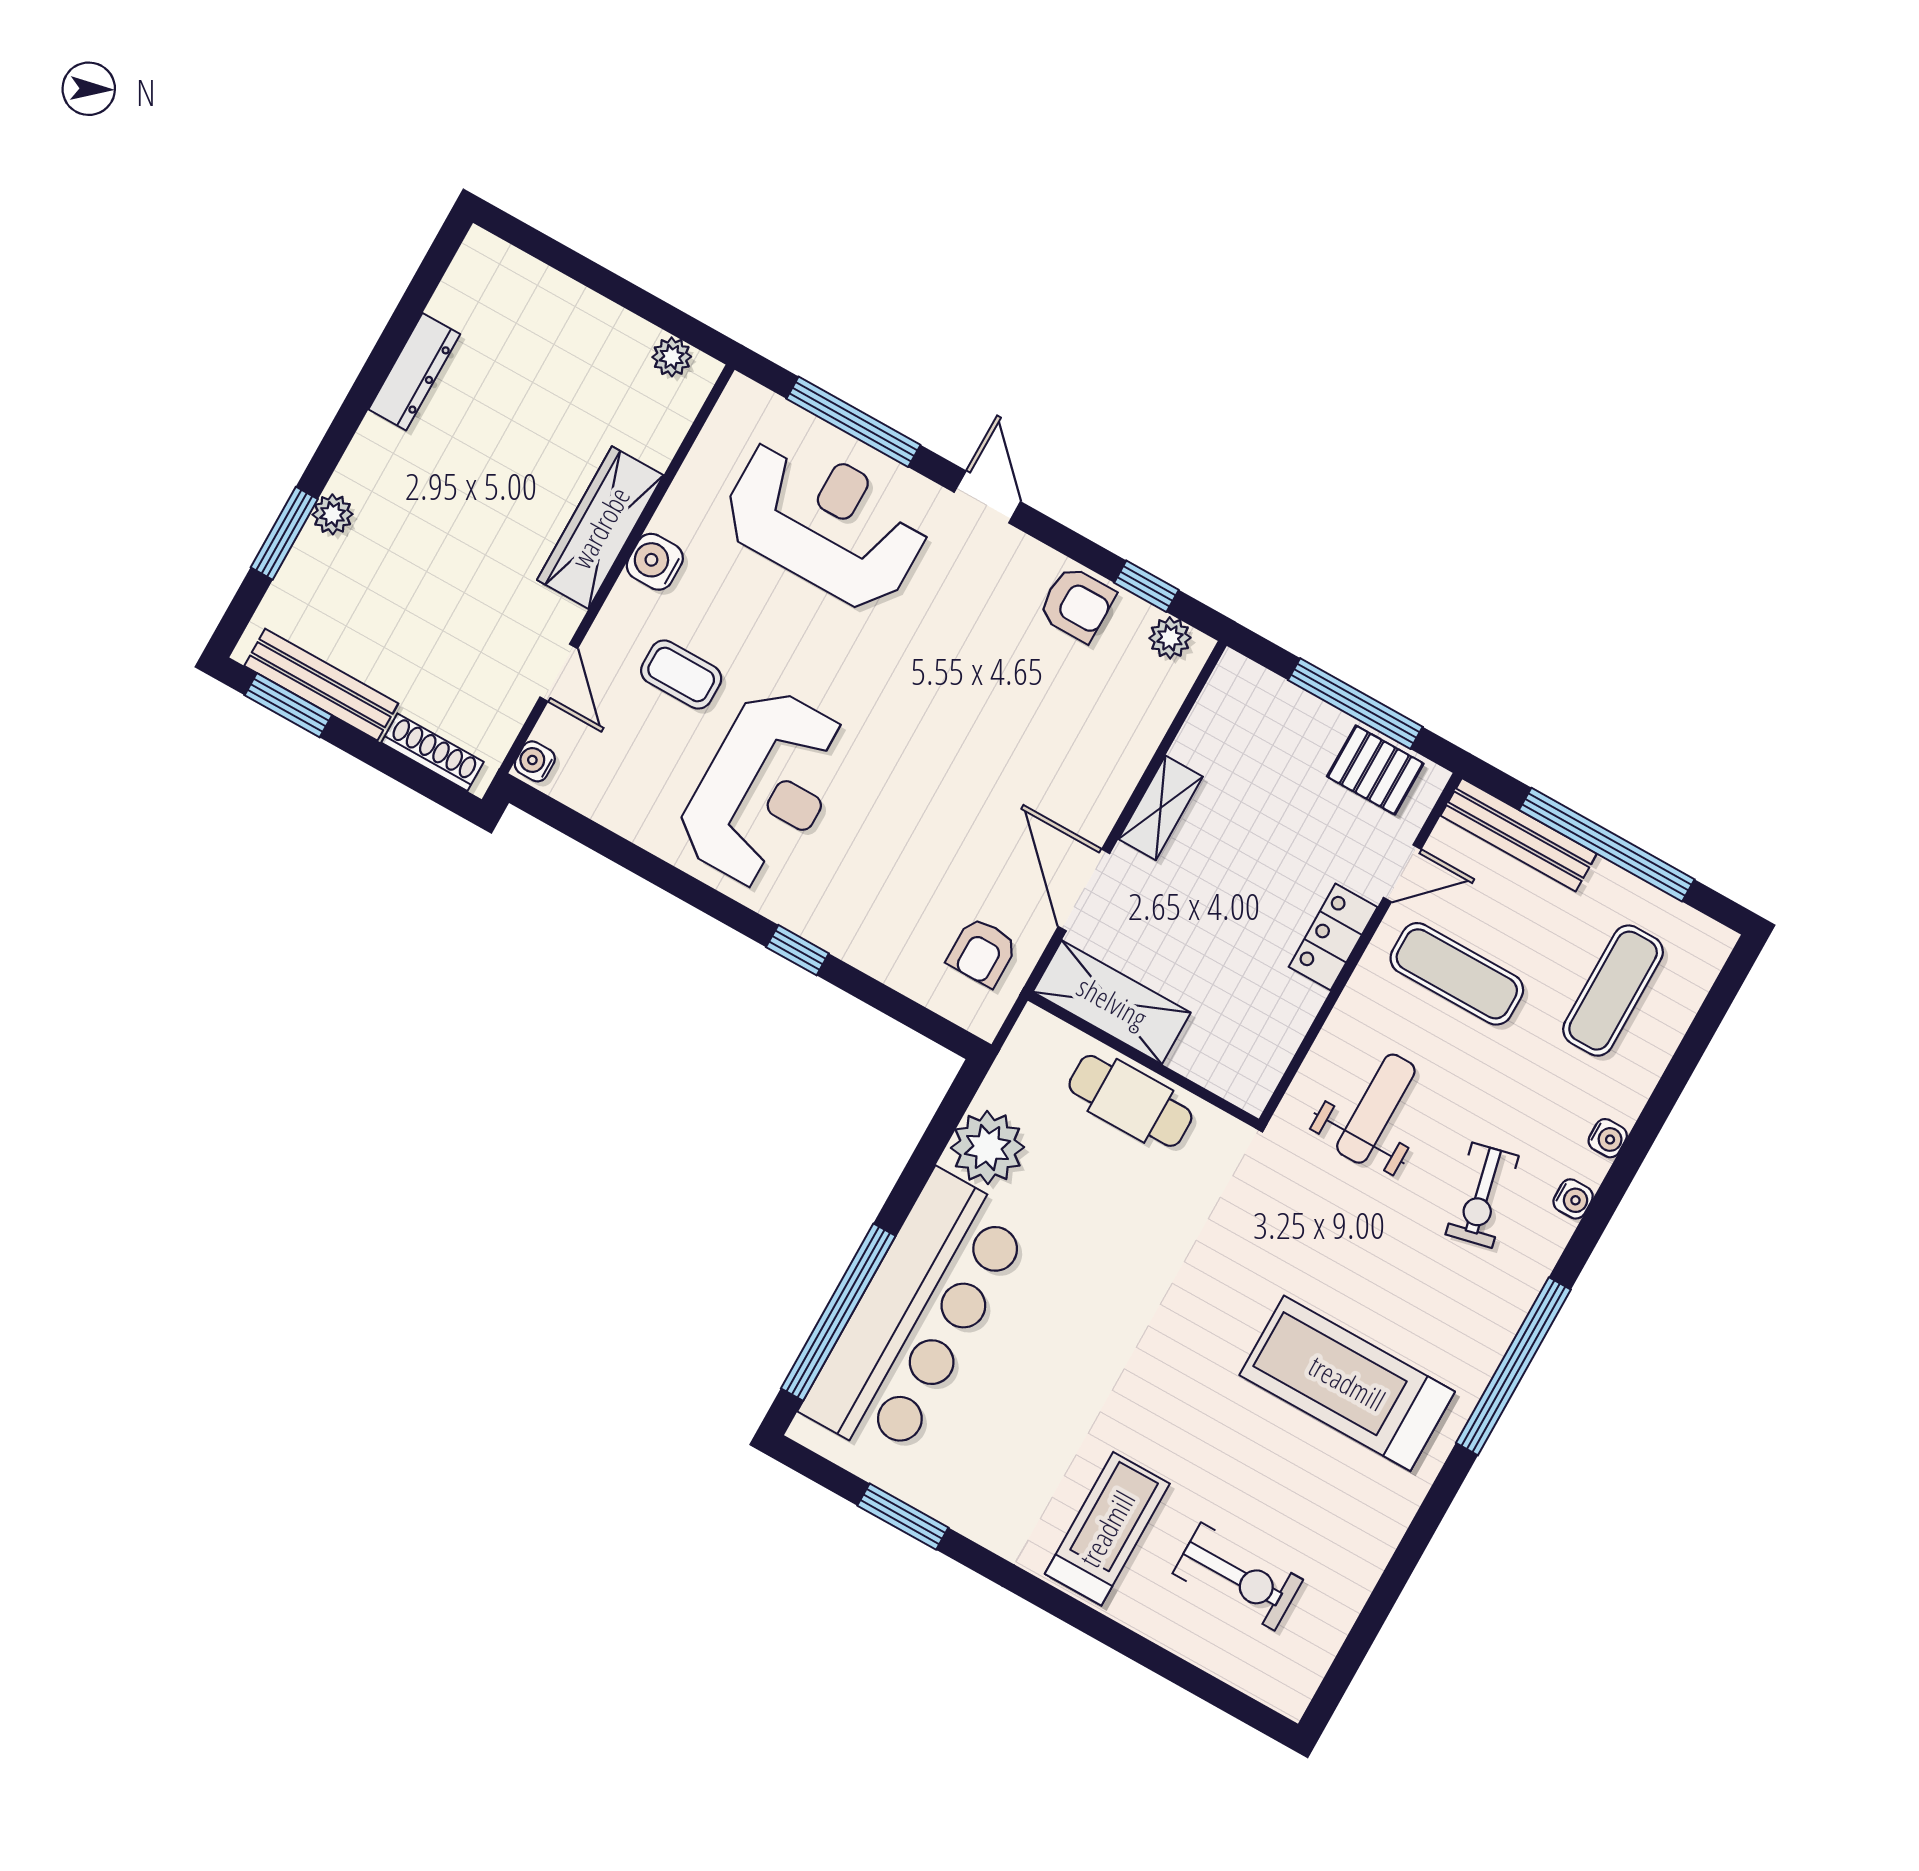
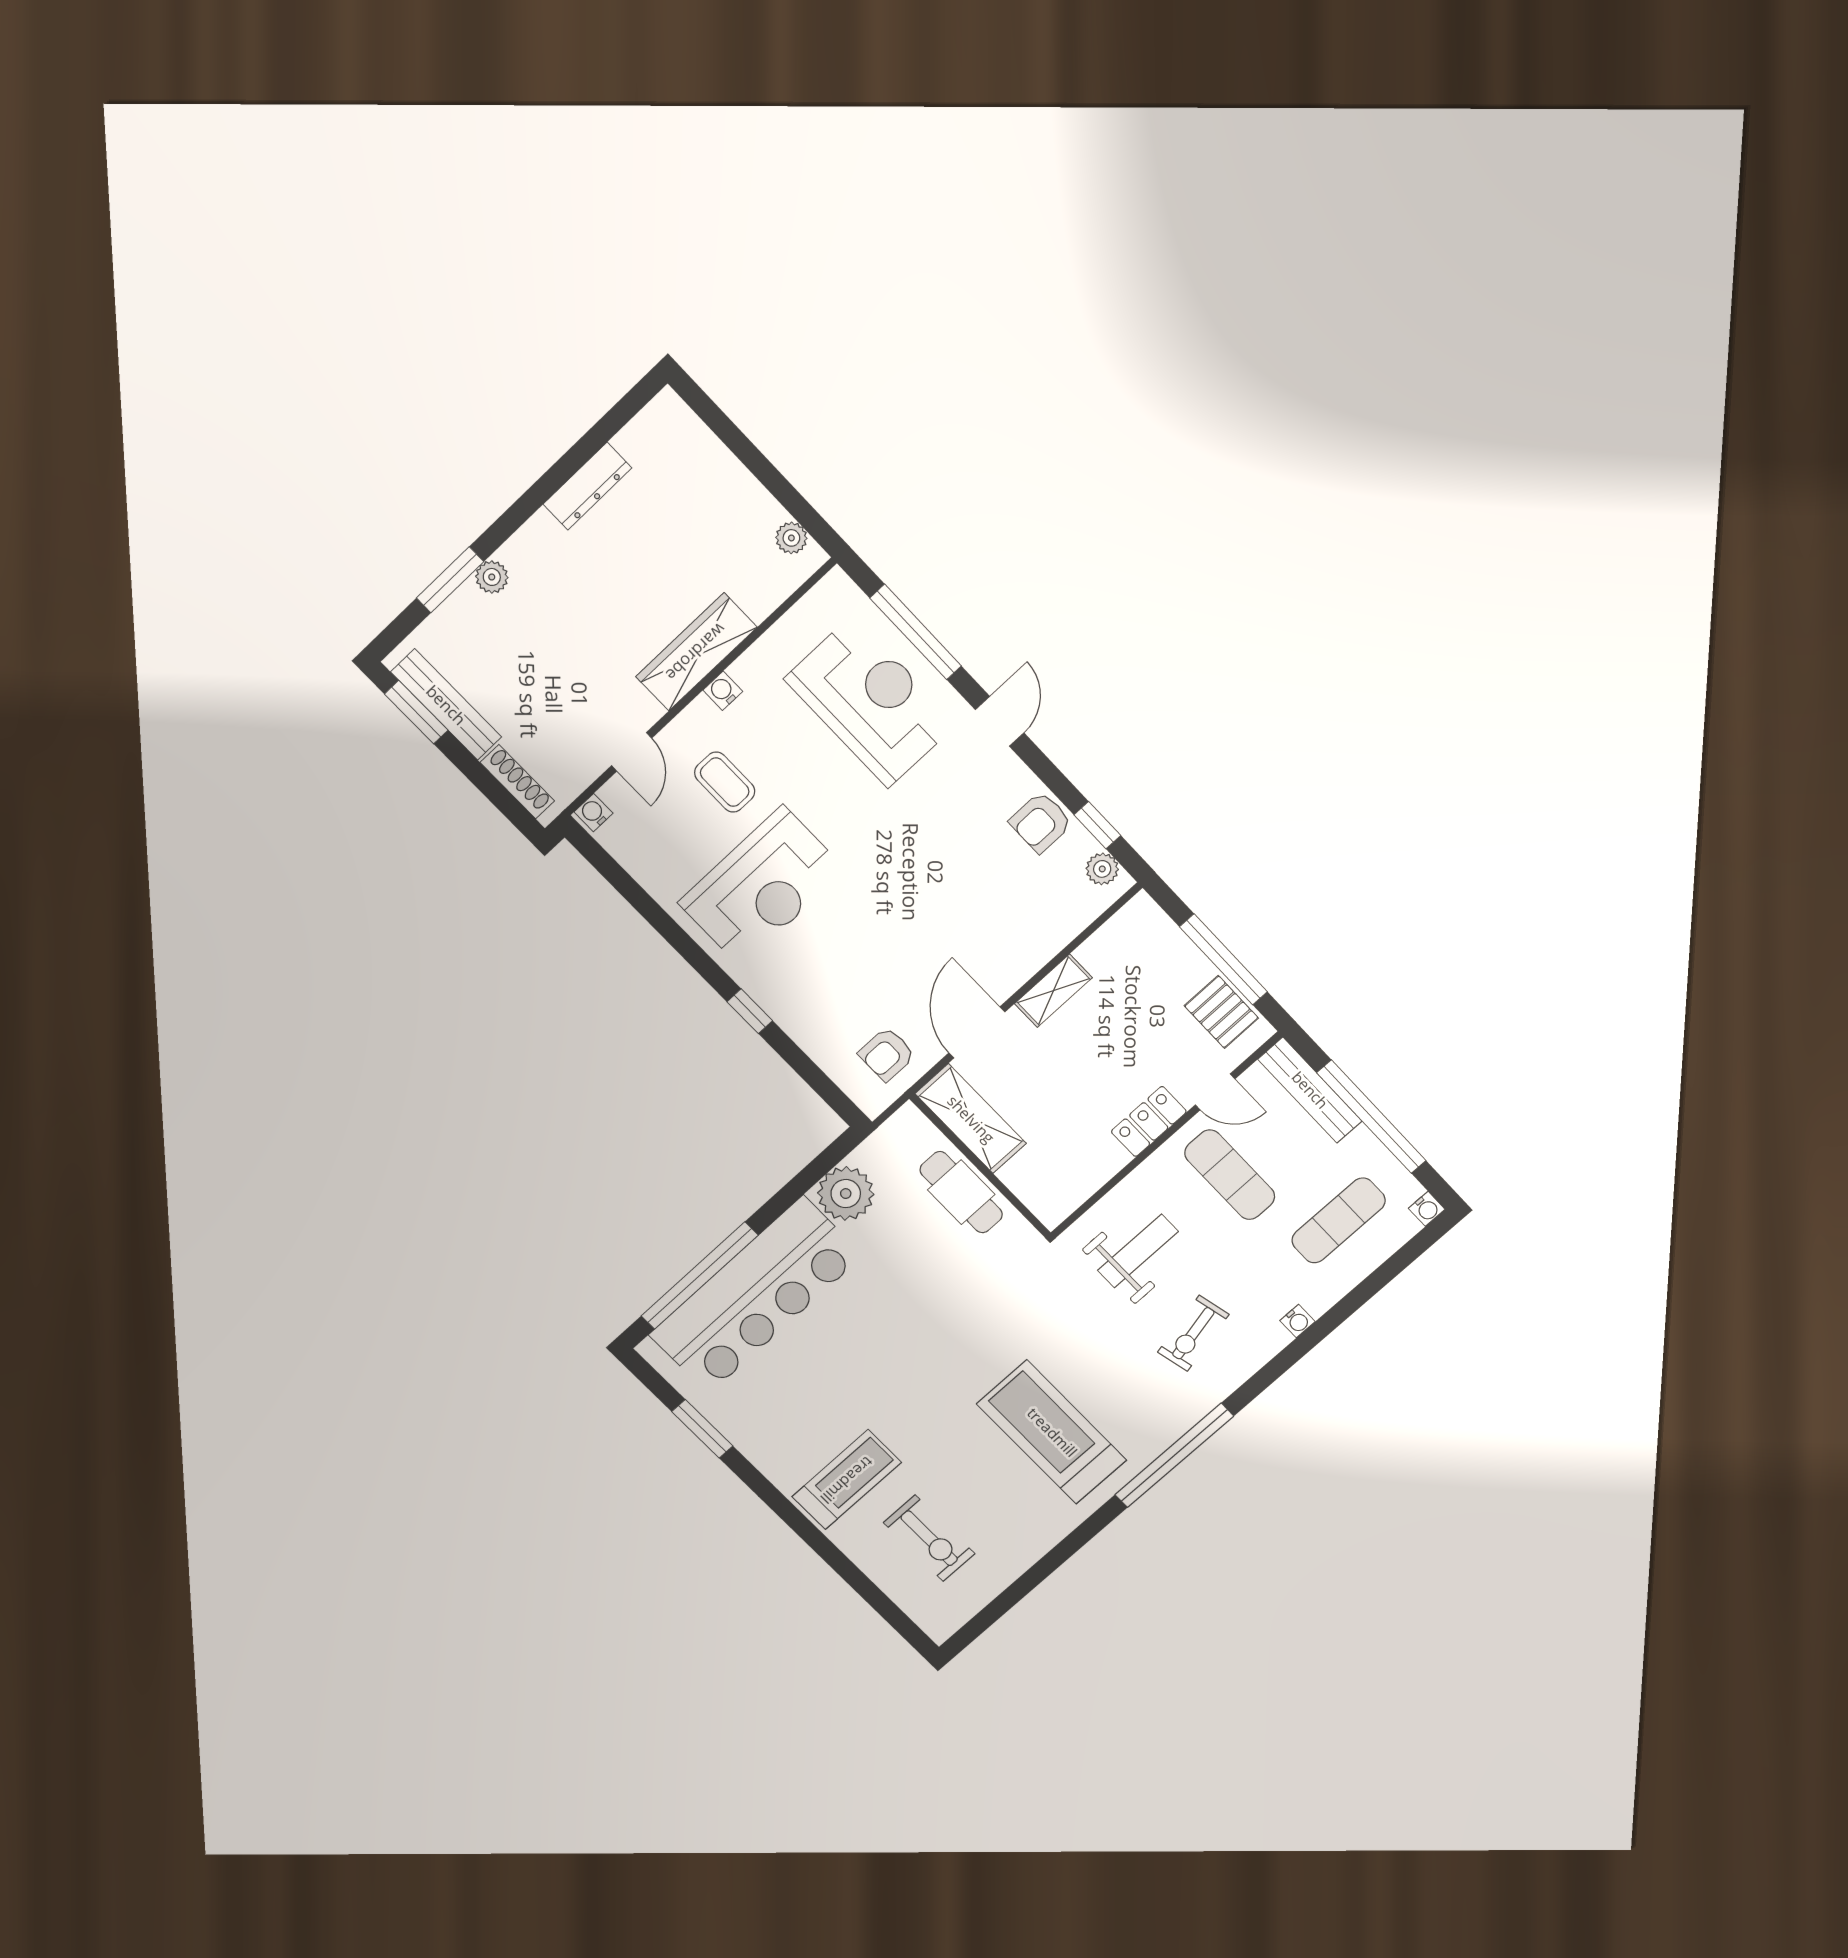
water cooler: (655, 562) -> (723, 691), width x0.72, depth x0.72
armchair: (1077, 604) -> (1041, 822), turned 90
water cooler: (1573, 1199) -> (1427, 1209), moved

